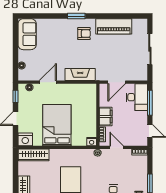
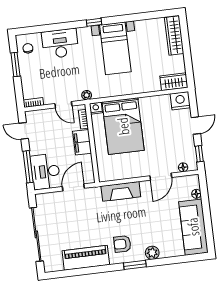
plant: (62, 24) -> (152, 253), added
sofa: (27, 34) -> (193, 227), width x1.36
sliding door: (150, 49) -> (36, 234), width x1.36
bed: (57, 125) -> (123, 126), moved
wardrobe: (34, 155) -> (174, 82), width x0.67

